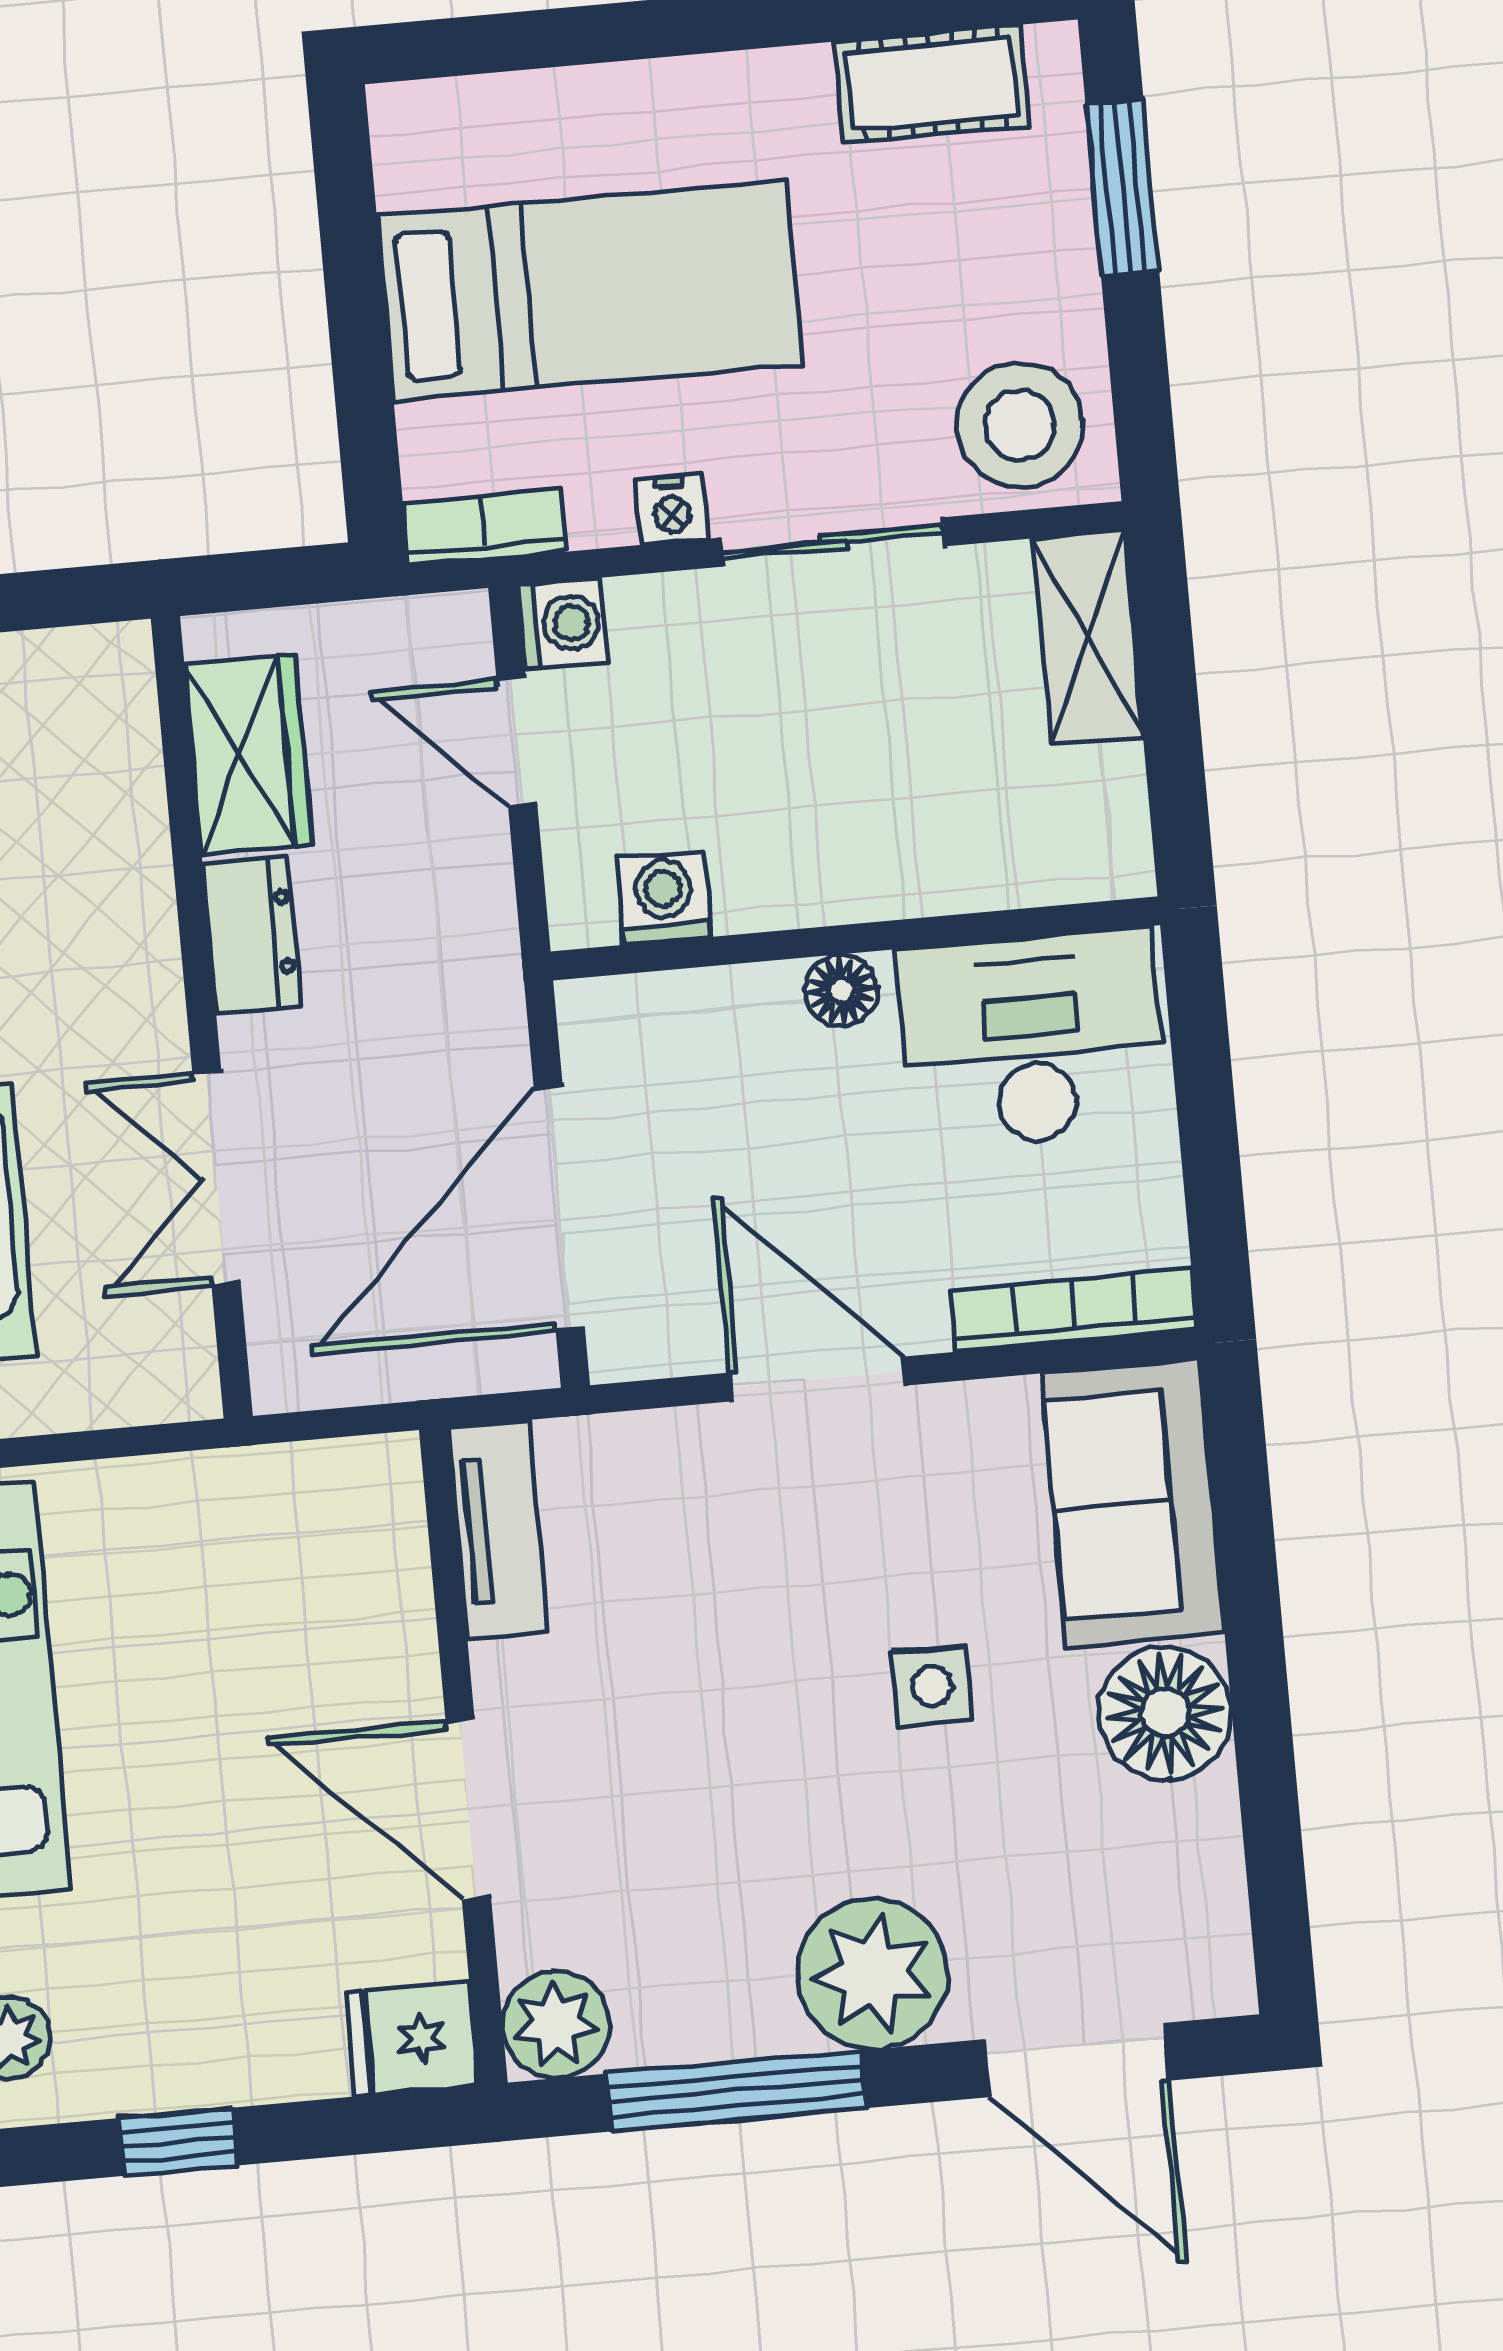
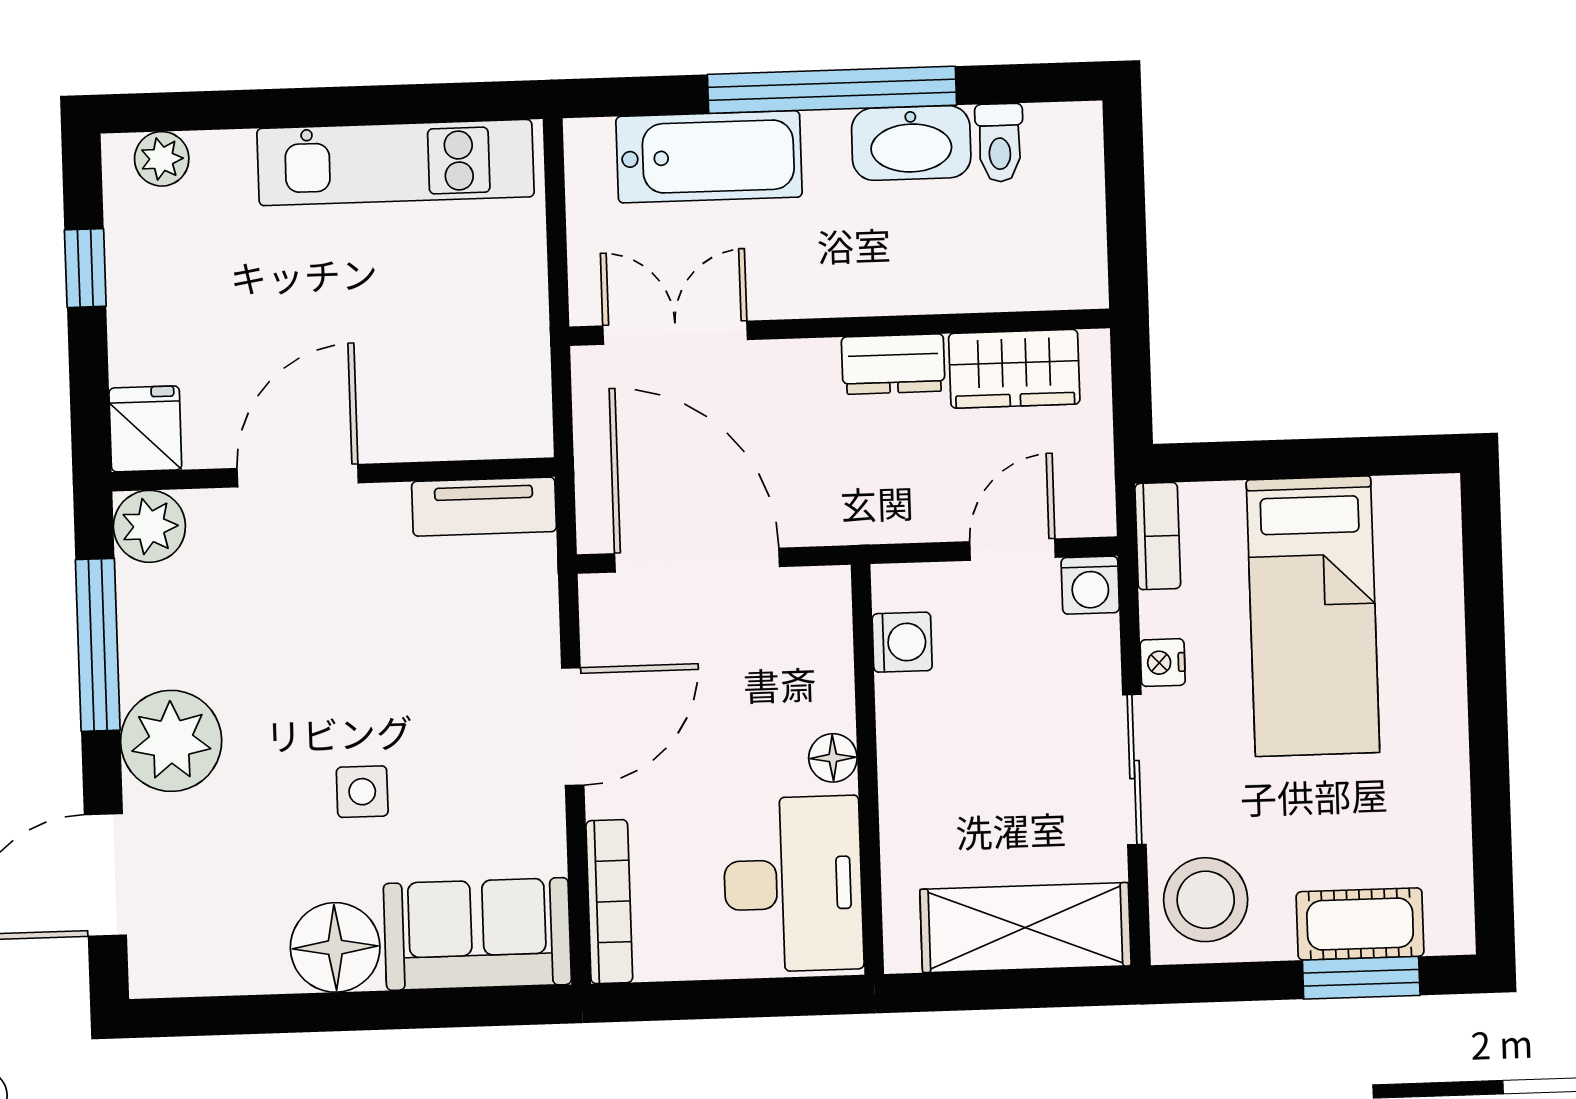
cot: (932, 84) -> (1360, 924), moved, turned 90
shelving: (1087, 637) -> (1025, 928), width x1.50, depth x1.33
double door: (216, 1178) -> (675, 333), moved

